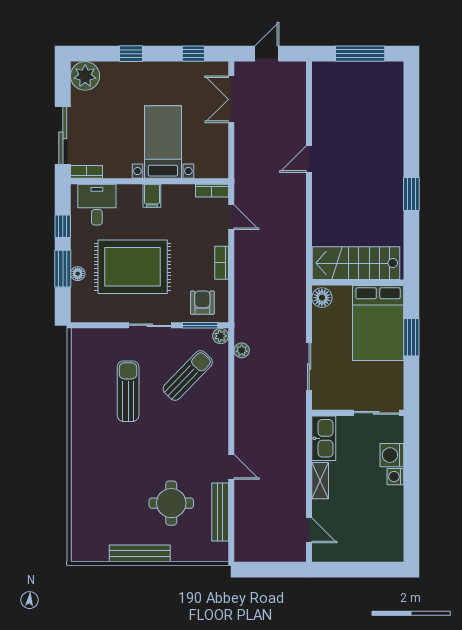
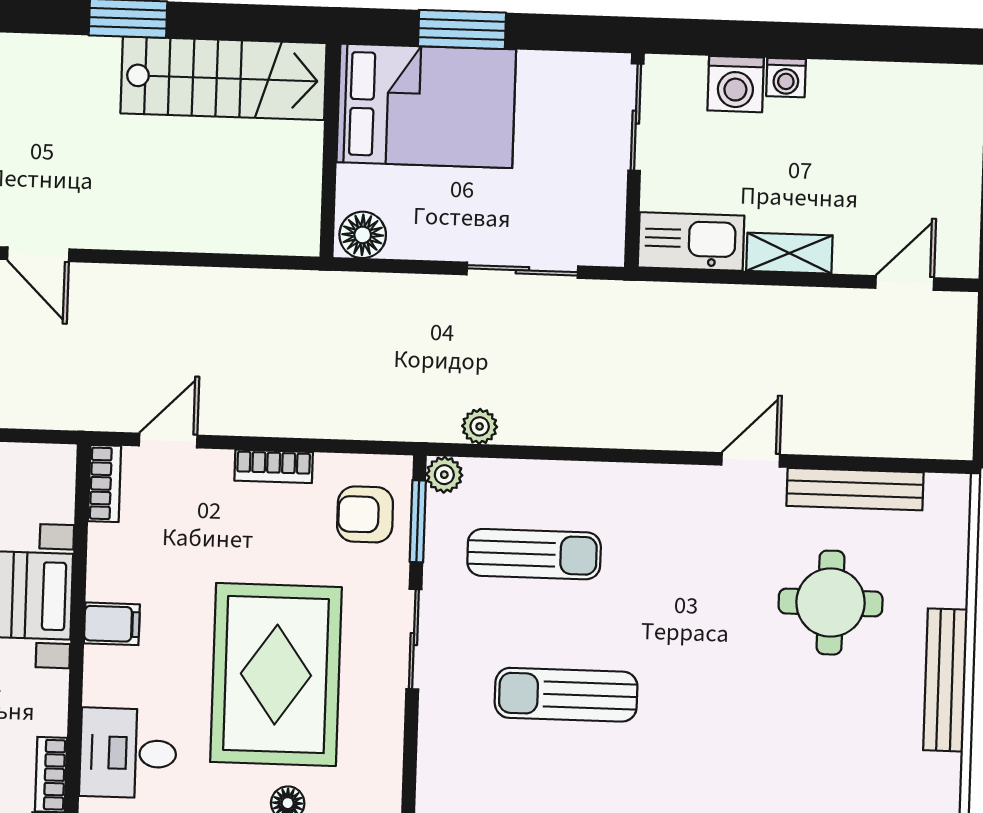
stairs: (356, 263) -> (224, 78), moved, turned -90
sun lounger: (188, 375) -> (534, 554), turned 136

